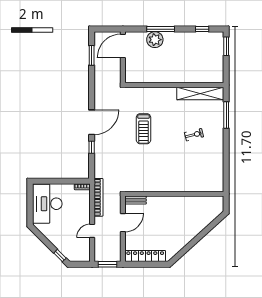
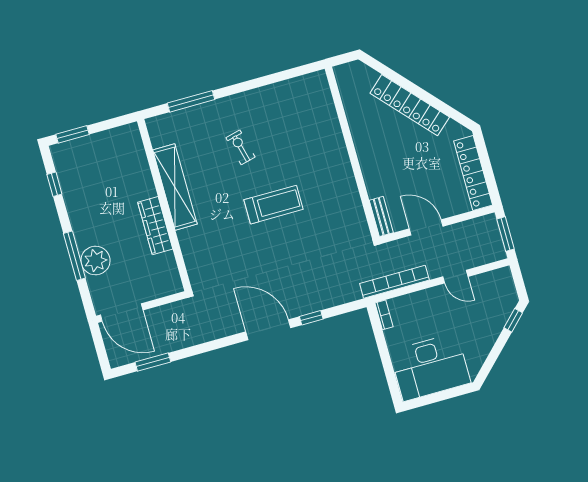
wardrobe: (165, 77) -> (155, 226), added
shelving: (200, 93) -> (175, 187), moved
treadmill: (144, 129) -> (273, 205), moved
locker: (191, 232) -> (410, 105), added

